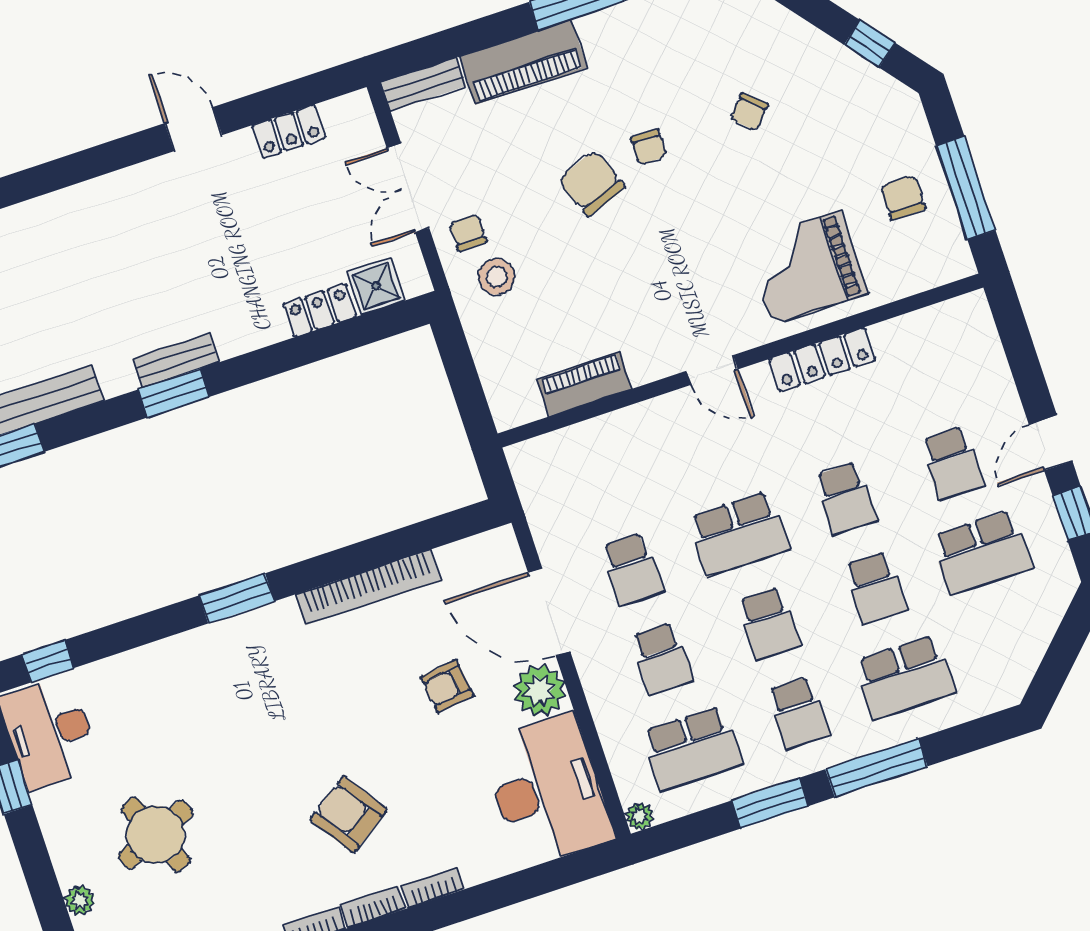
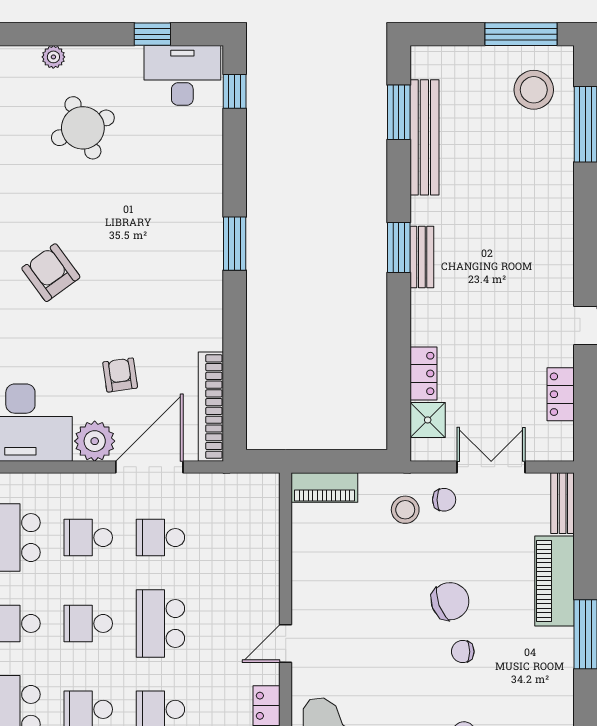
piano: (584, 384) -> (324, 487), moved, turned 90
bookcase: (368, 587) -> (211, 407), moved
armchair: (349, 814) -> (51, 273), turned -92

